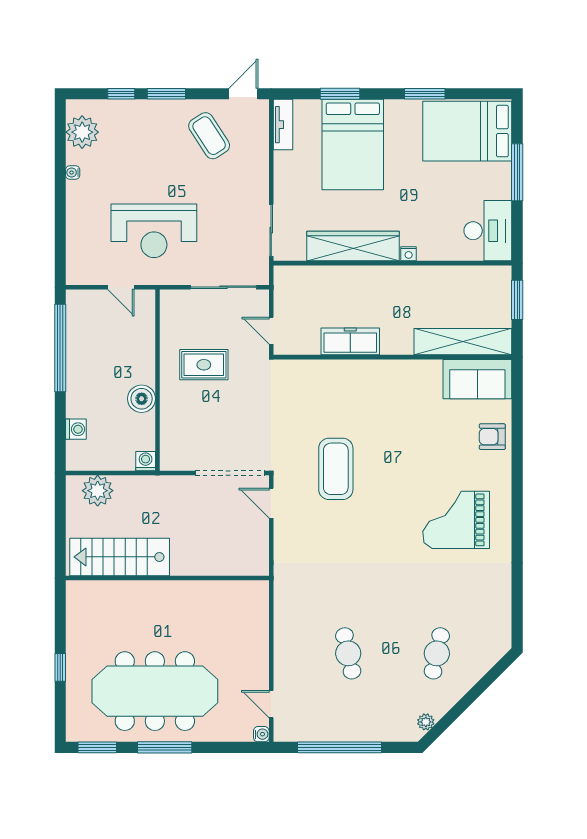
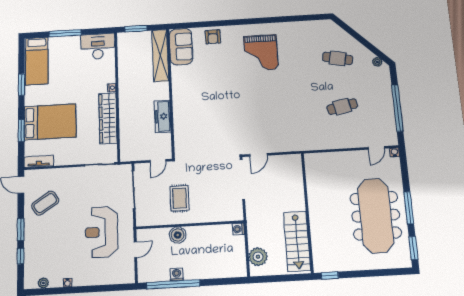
bed: (467, 131) -> (37, 61), width x0.67
plant: (82, 132) -> (43, 283), width x0.53, depth x0.53
reception desk: (154, 231) -> (101, 232), turned 180
boiler: (142, 399) -> (178, 235), moved
washing machine: (76, 429) -> (177, 275), moved
coffee table: (336, 469) -> (236, 120), removed
window: (60, 667) -> (330, 275), moved

